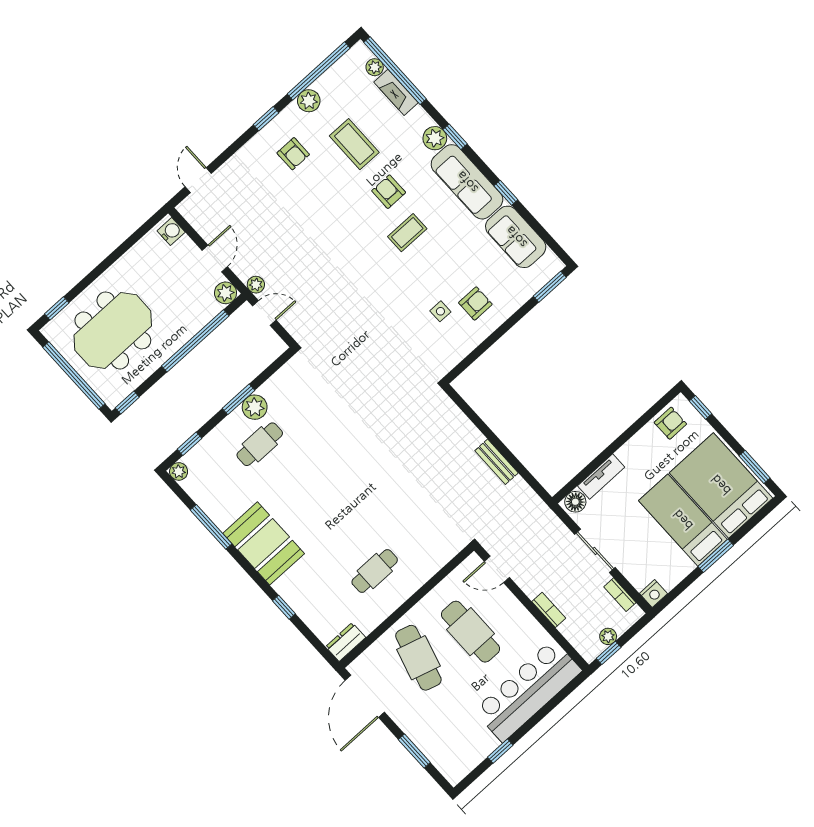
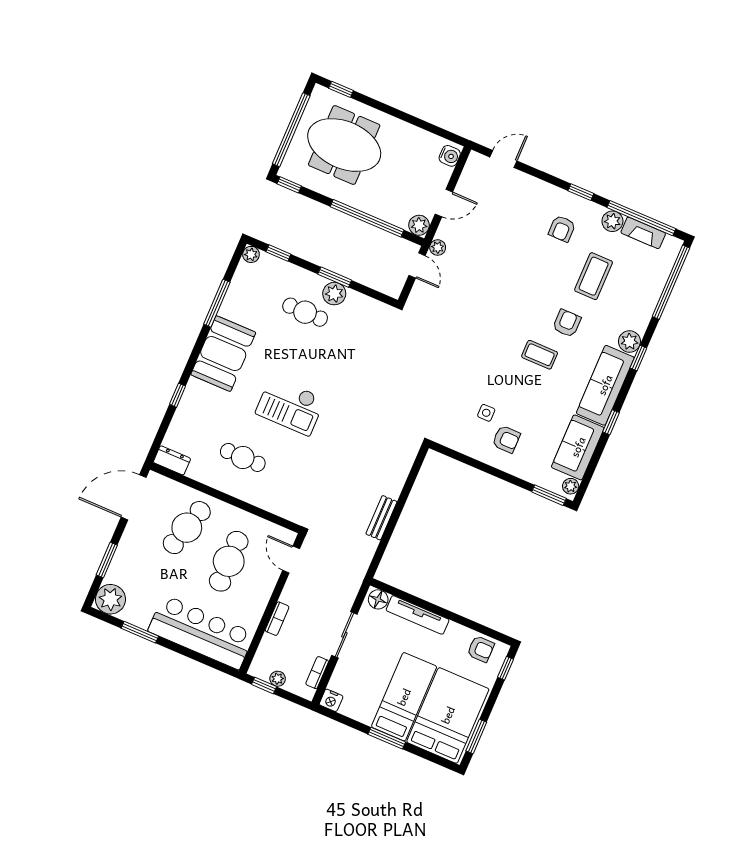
plant: (375, 67) -> (571, 486), moved
fireplace: (396, 92) -> (643, 233), moved, turned -90
tv unit: (601, 477) -> (418, 615), width x1.41
checkout: (345, 501) -> (290, 406), added
window: (500, 751) -> (140, 632), width x1.50
plant: (455, 765) -> (110, 599), added

